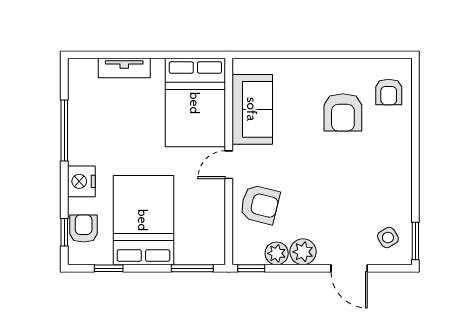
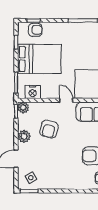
nightstand: (81, 181) -> (33, 92), moved, turned 180
armchair: (260, 204) -> (49, 129), moved
plant: (277, 253) -> (23, 108), moved

